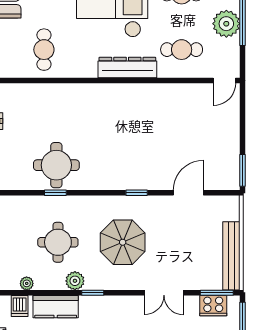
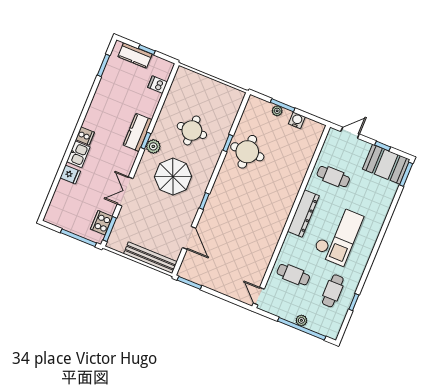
plant: (226, 24) -> (301, 320), width x0.53, depth x0.53
cafe table: (182, 50) -> (293, 275), turned 90
dresser: (127, 67) -> (303, 213), moved
bench: (231, 256) -> (150, 258), moved
plant: (75, 281) -> (153, 146), moved
plant: (27, 283) -> (172, 96), removed
kitchen counter: (56, 307) -> (138, 132), moved

